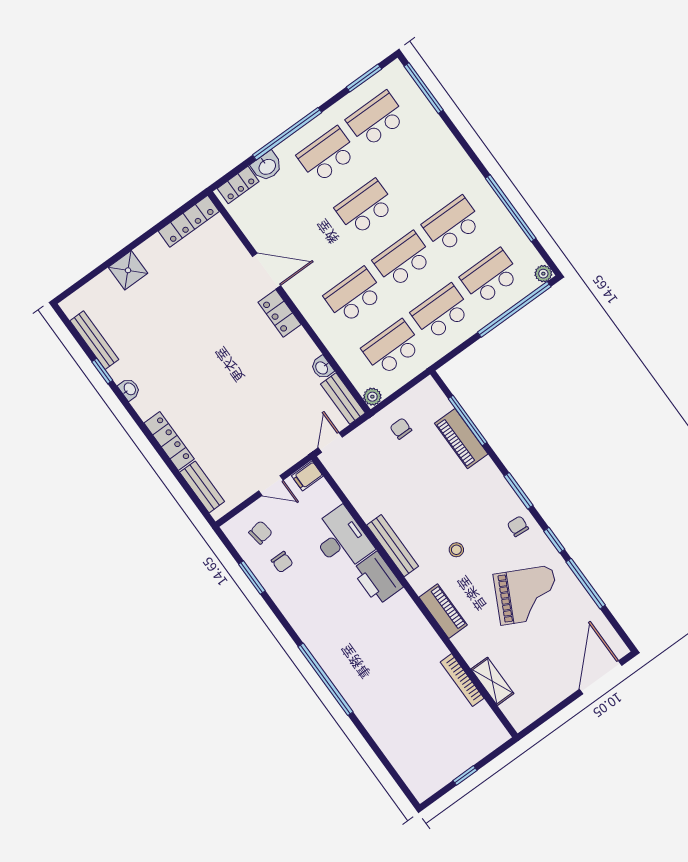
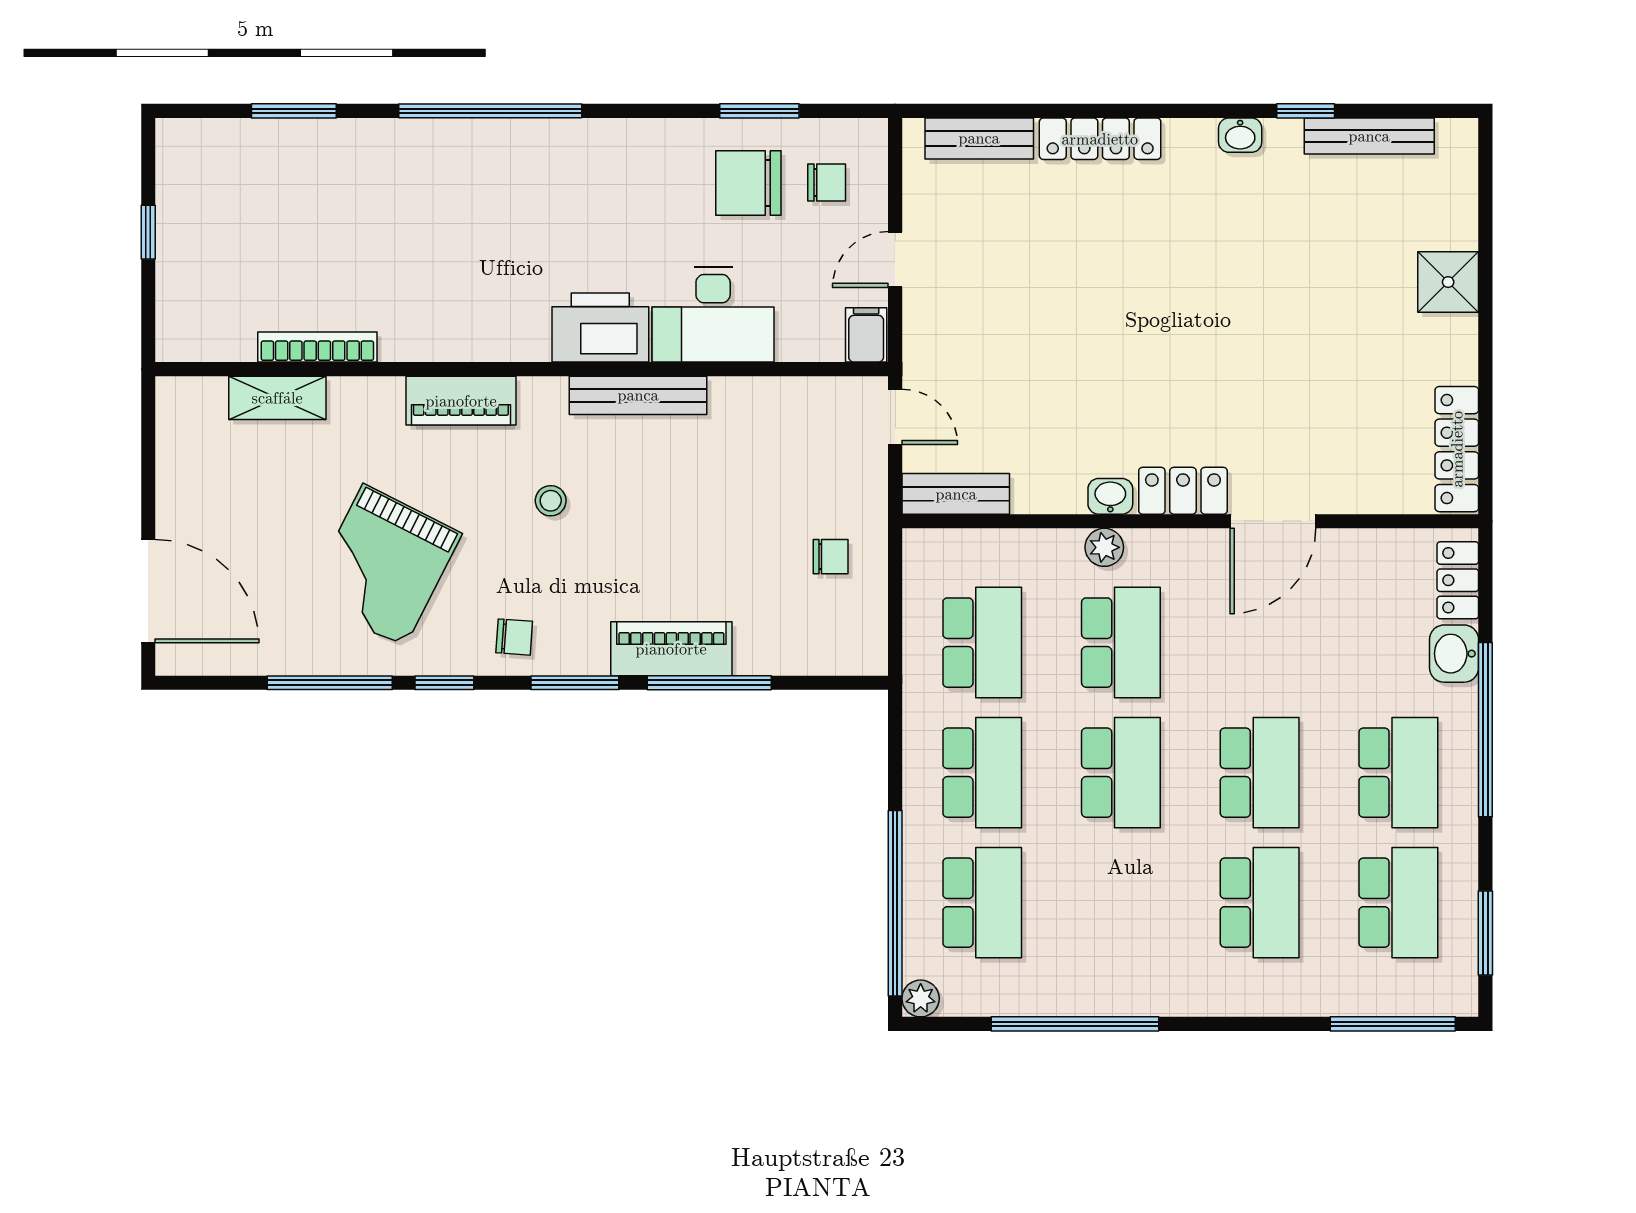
school desk: (452, 224) -> (1260, 903), moved
washbasin: (322, 368) -> (1110, 496), moved
plant: (372, 397) -> (1104, 547), moved
window: (468, 420) -> (709, 683), moved
piano: (461, 439) -> (671, 649), moved
chair: (260, 533) -> (827, 182), turned -81
chair: (282, 562) -> (748, 183), width x1.87, depth x1.87
window: (379, 754) -> (294, 111), added

